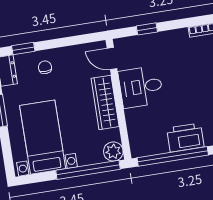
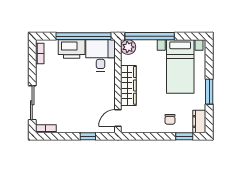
door: (112, 58) -> (118, 118), swing flipped
desk: (141, 87) -> (101, 55), moved, turned -90

